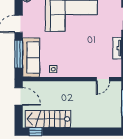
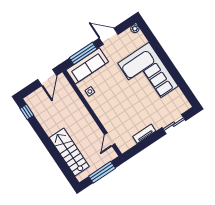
door: (103, 79) -> (110, 139), hinge flipped
stairs: (48, 119) -> (69, 152), moved

